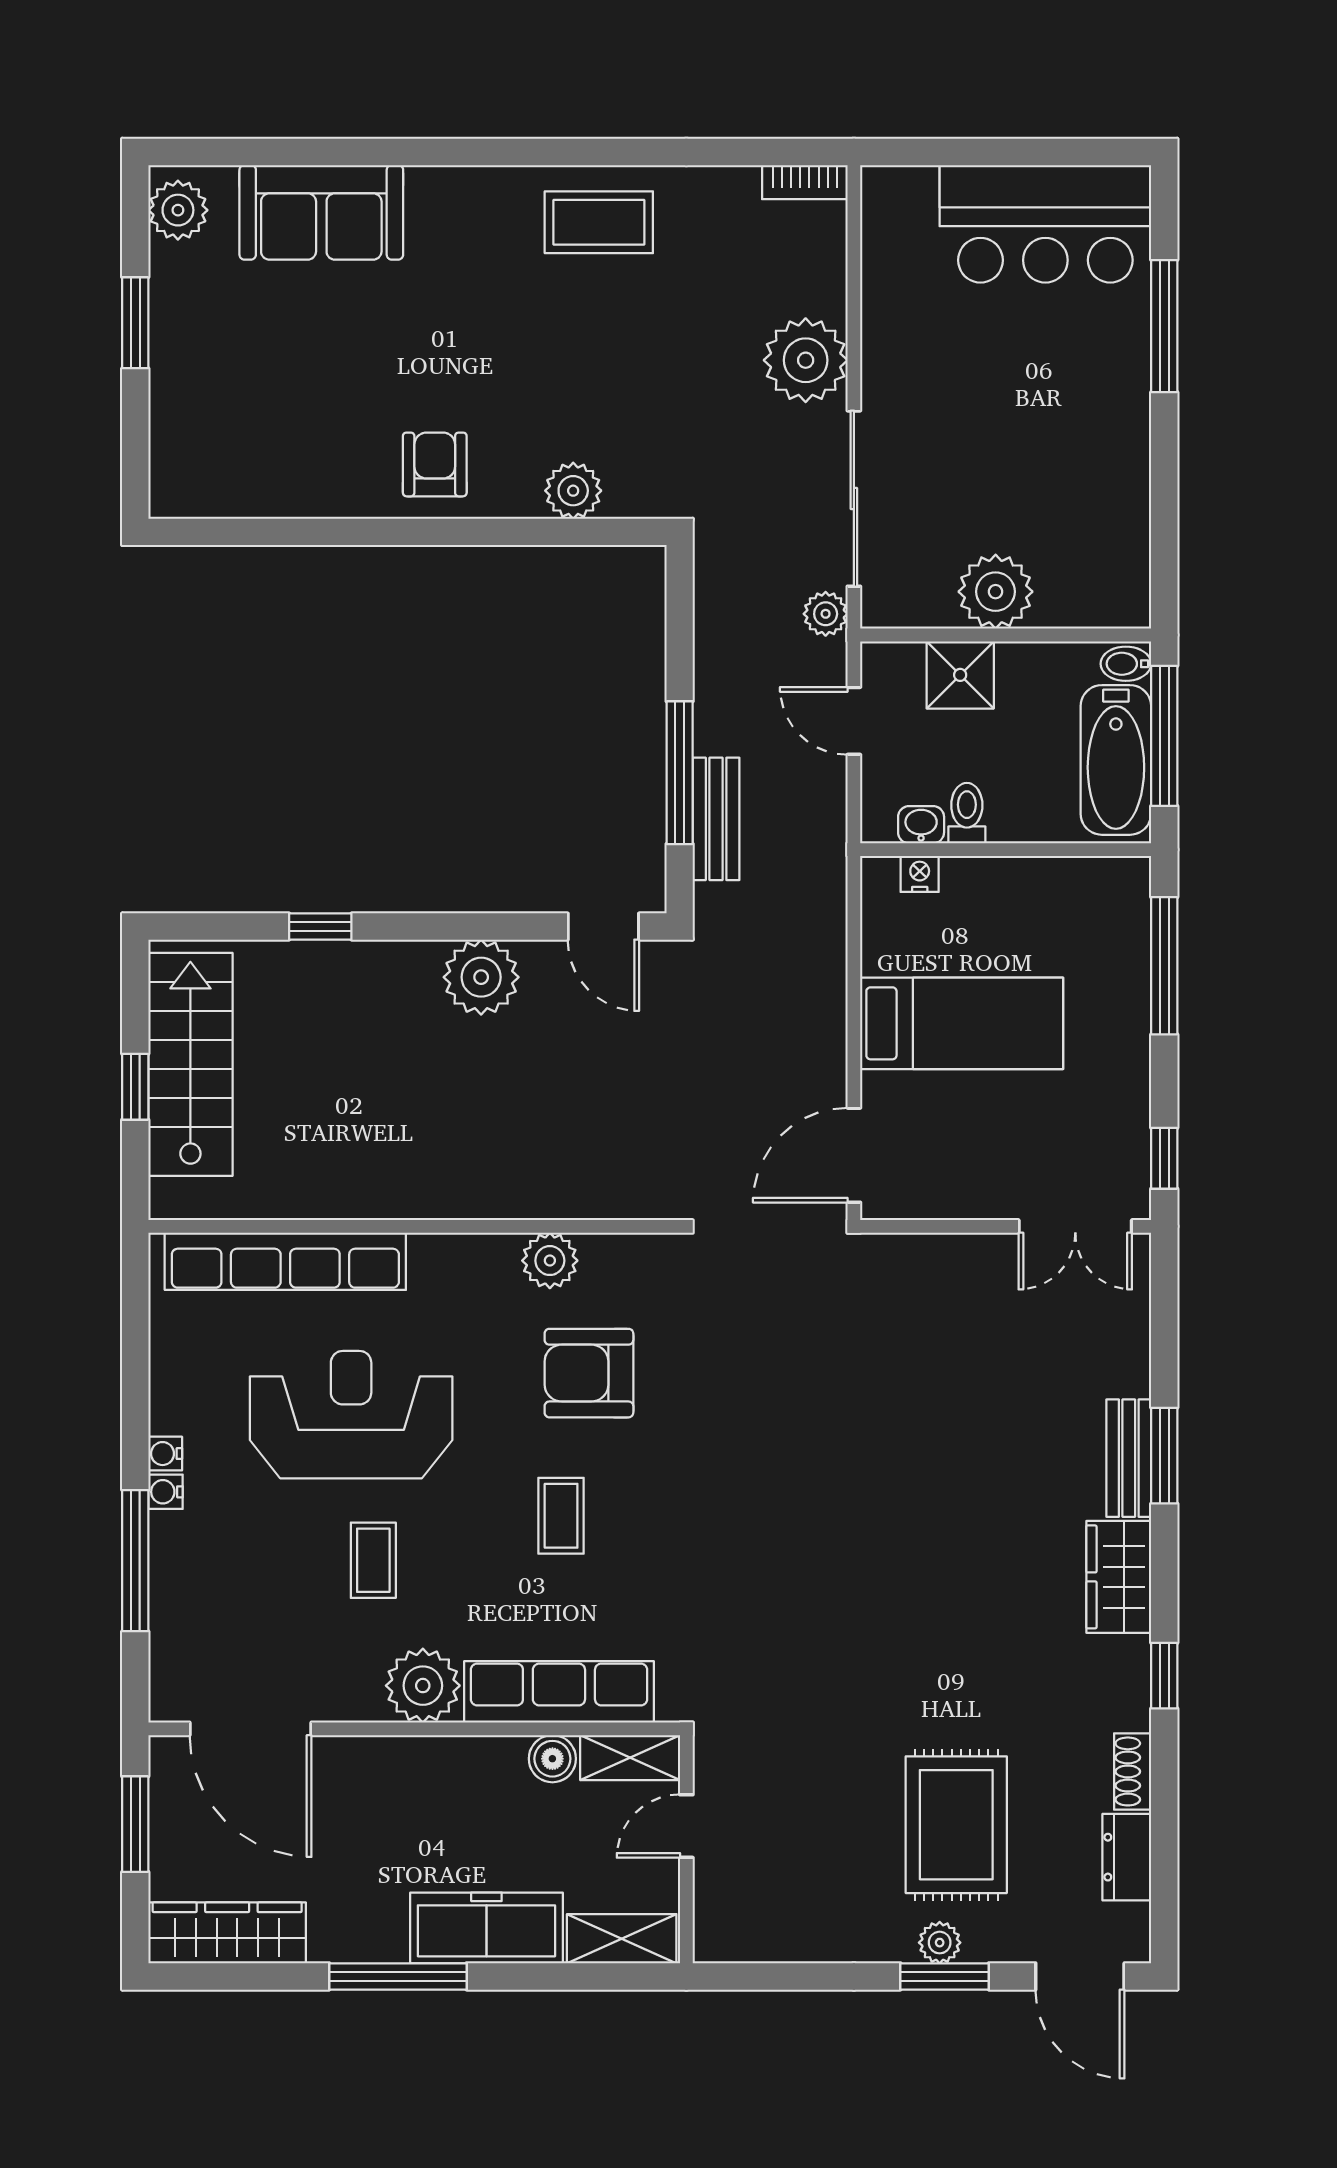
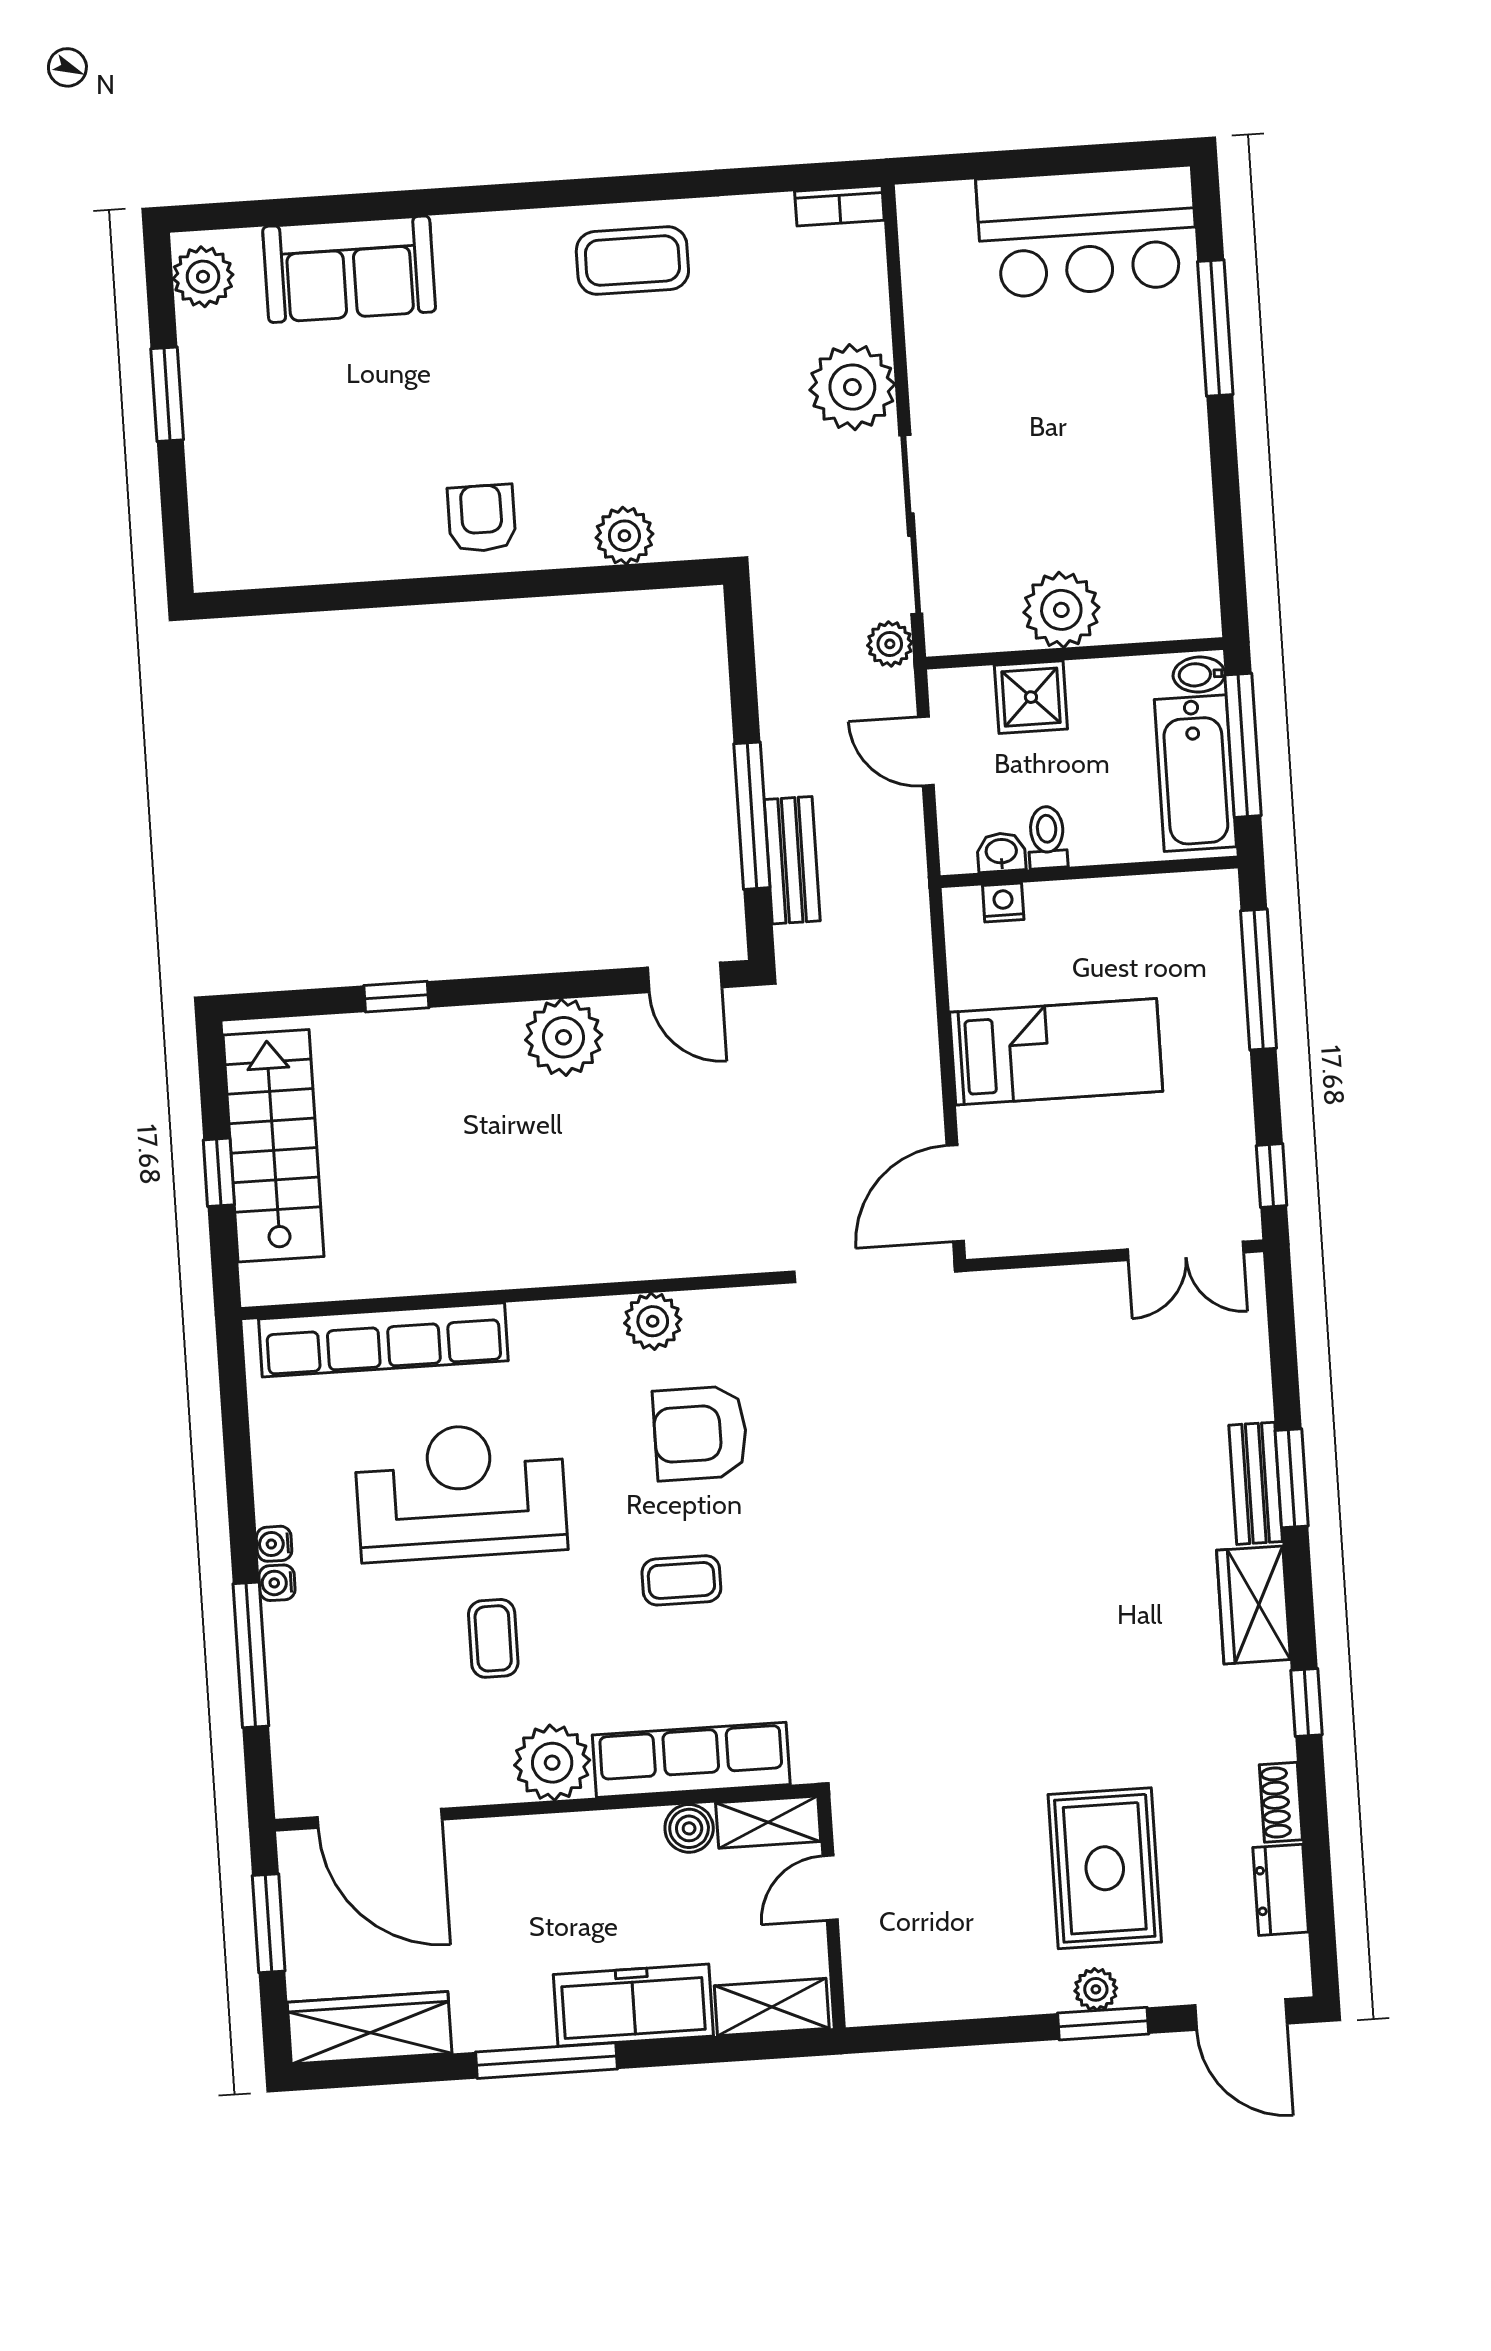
coffee table: (561, 1516) -> (681, 1580), turned 90

